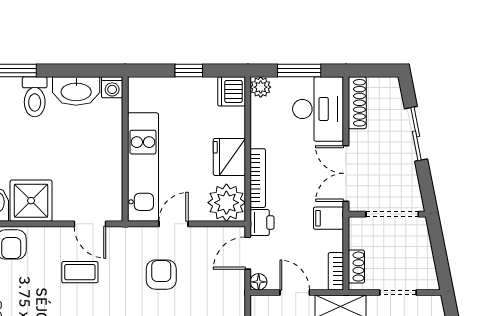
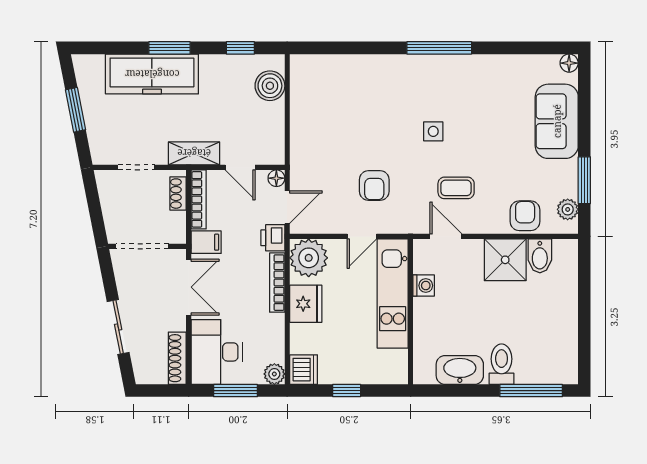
washing machine: (112, 87) -> (424, 286), moved, turned 90
bookcase: (336, 271) -> (199, 199), width x1.56

